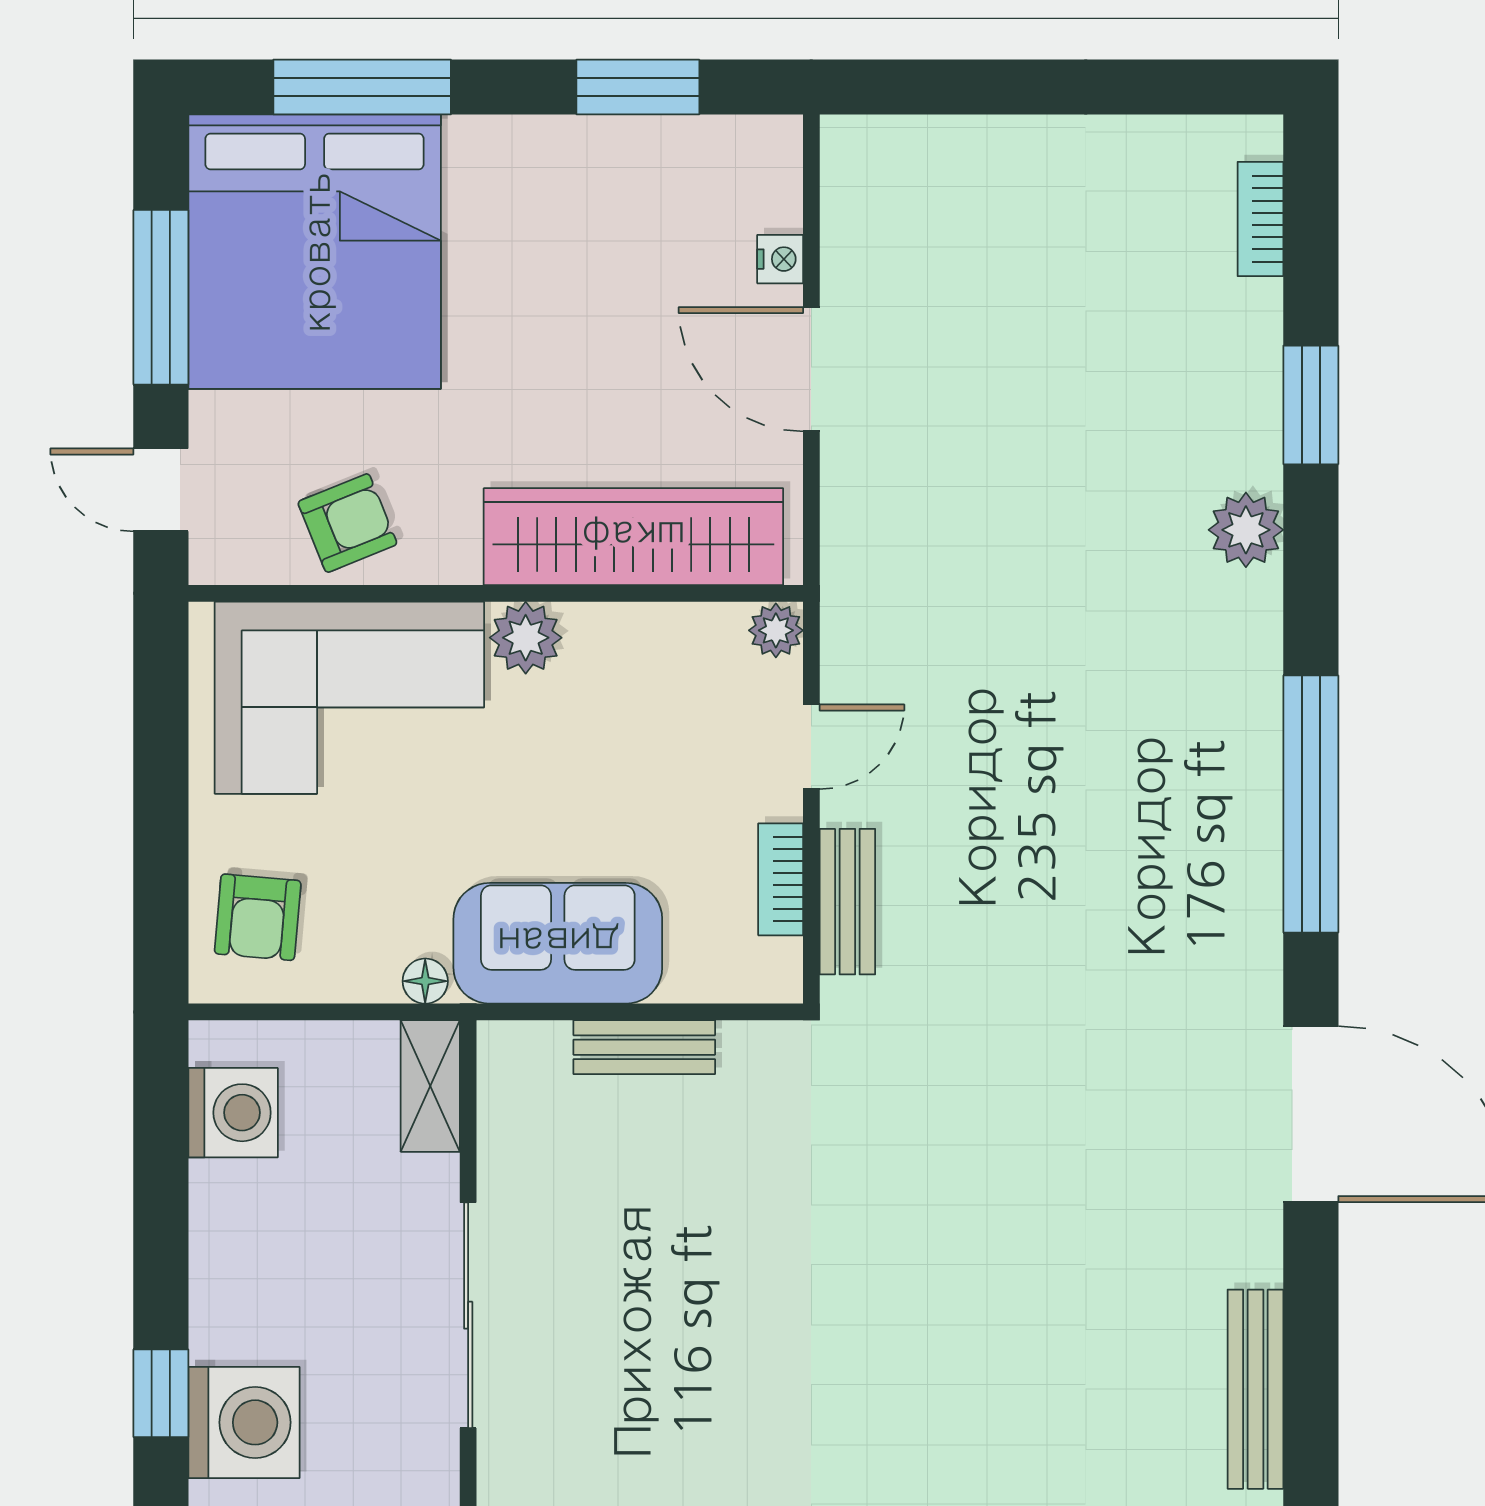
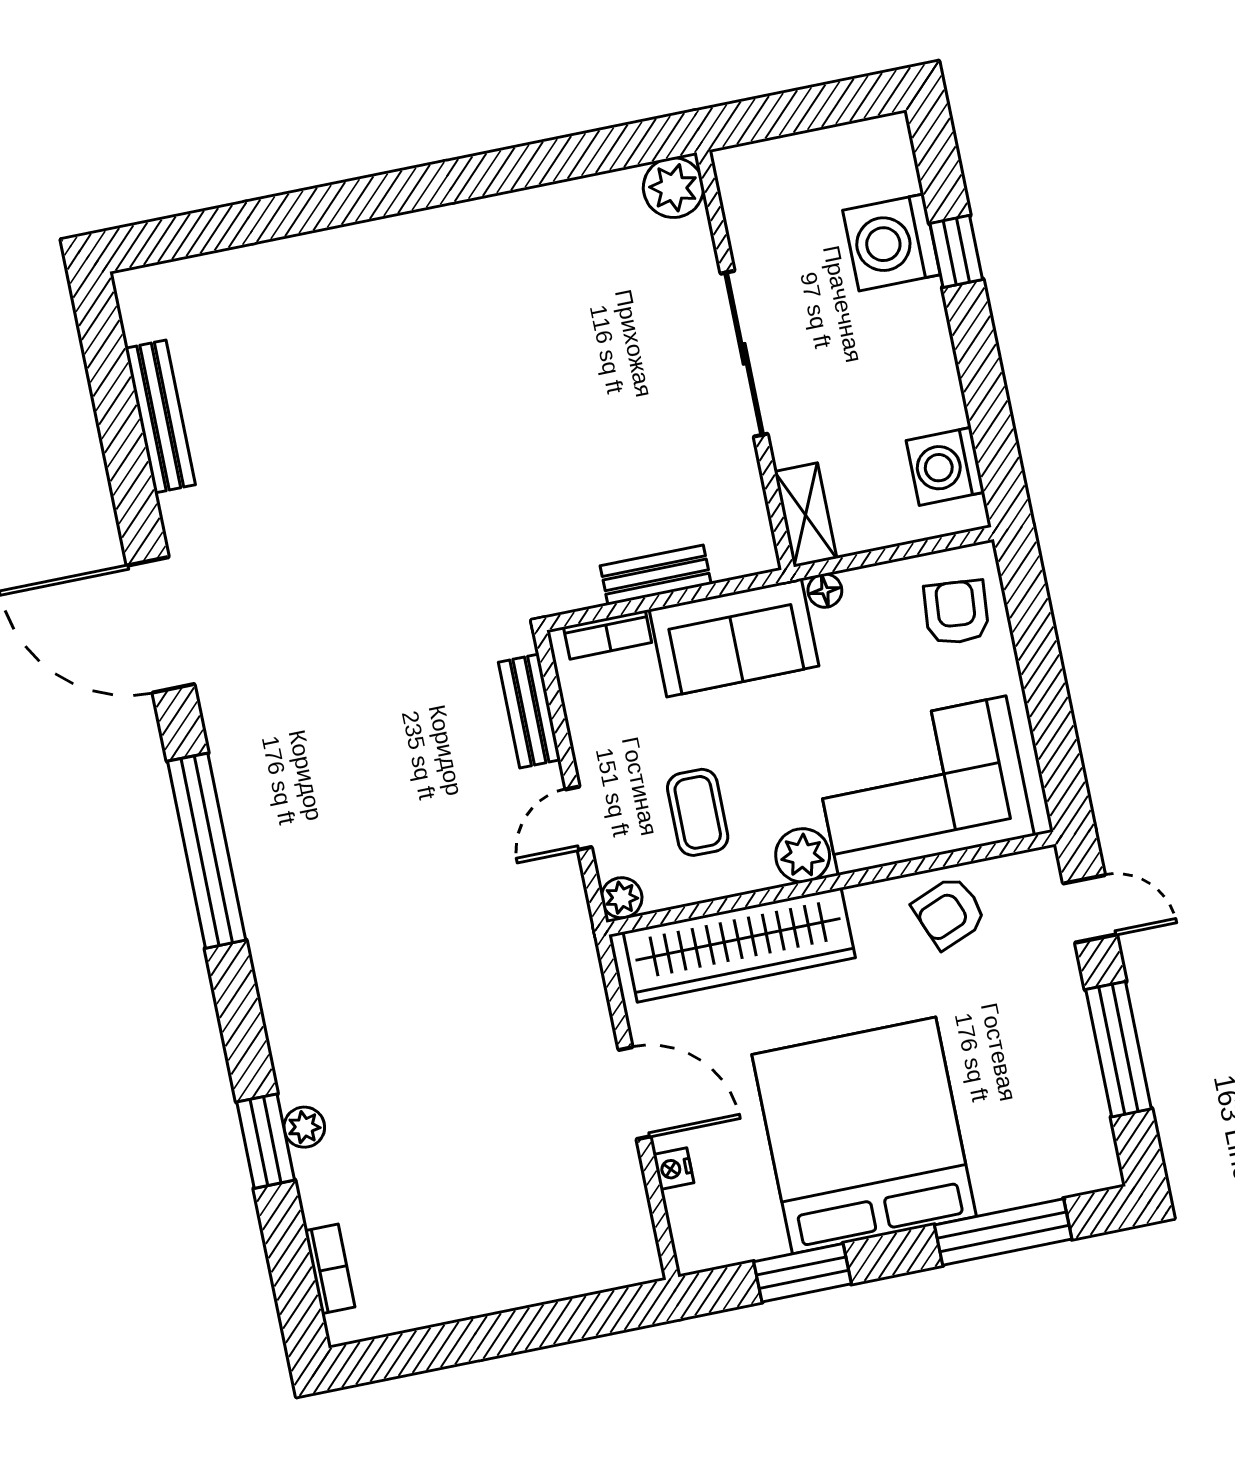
bed: (315, 252) -> (864, 1135), moved
plant: (1246, 530) -> (304, 1127), moved, width x0.73, depth x0.73
coffee table: (653, 723) -> (698, 812), added
bookcase: (781, 879) -> (608, 635), moved, turned 90

